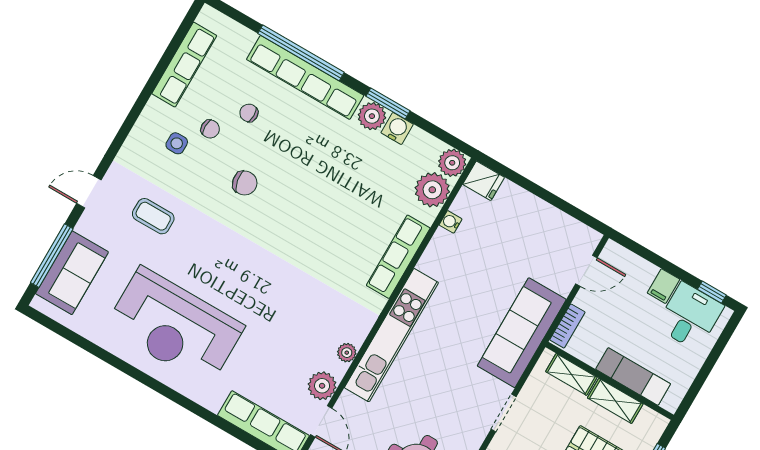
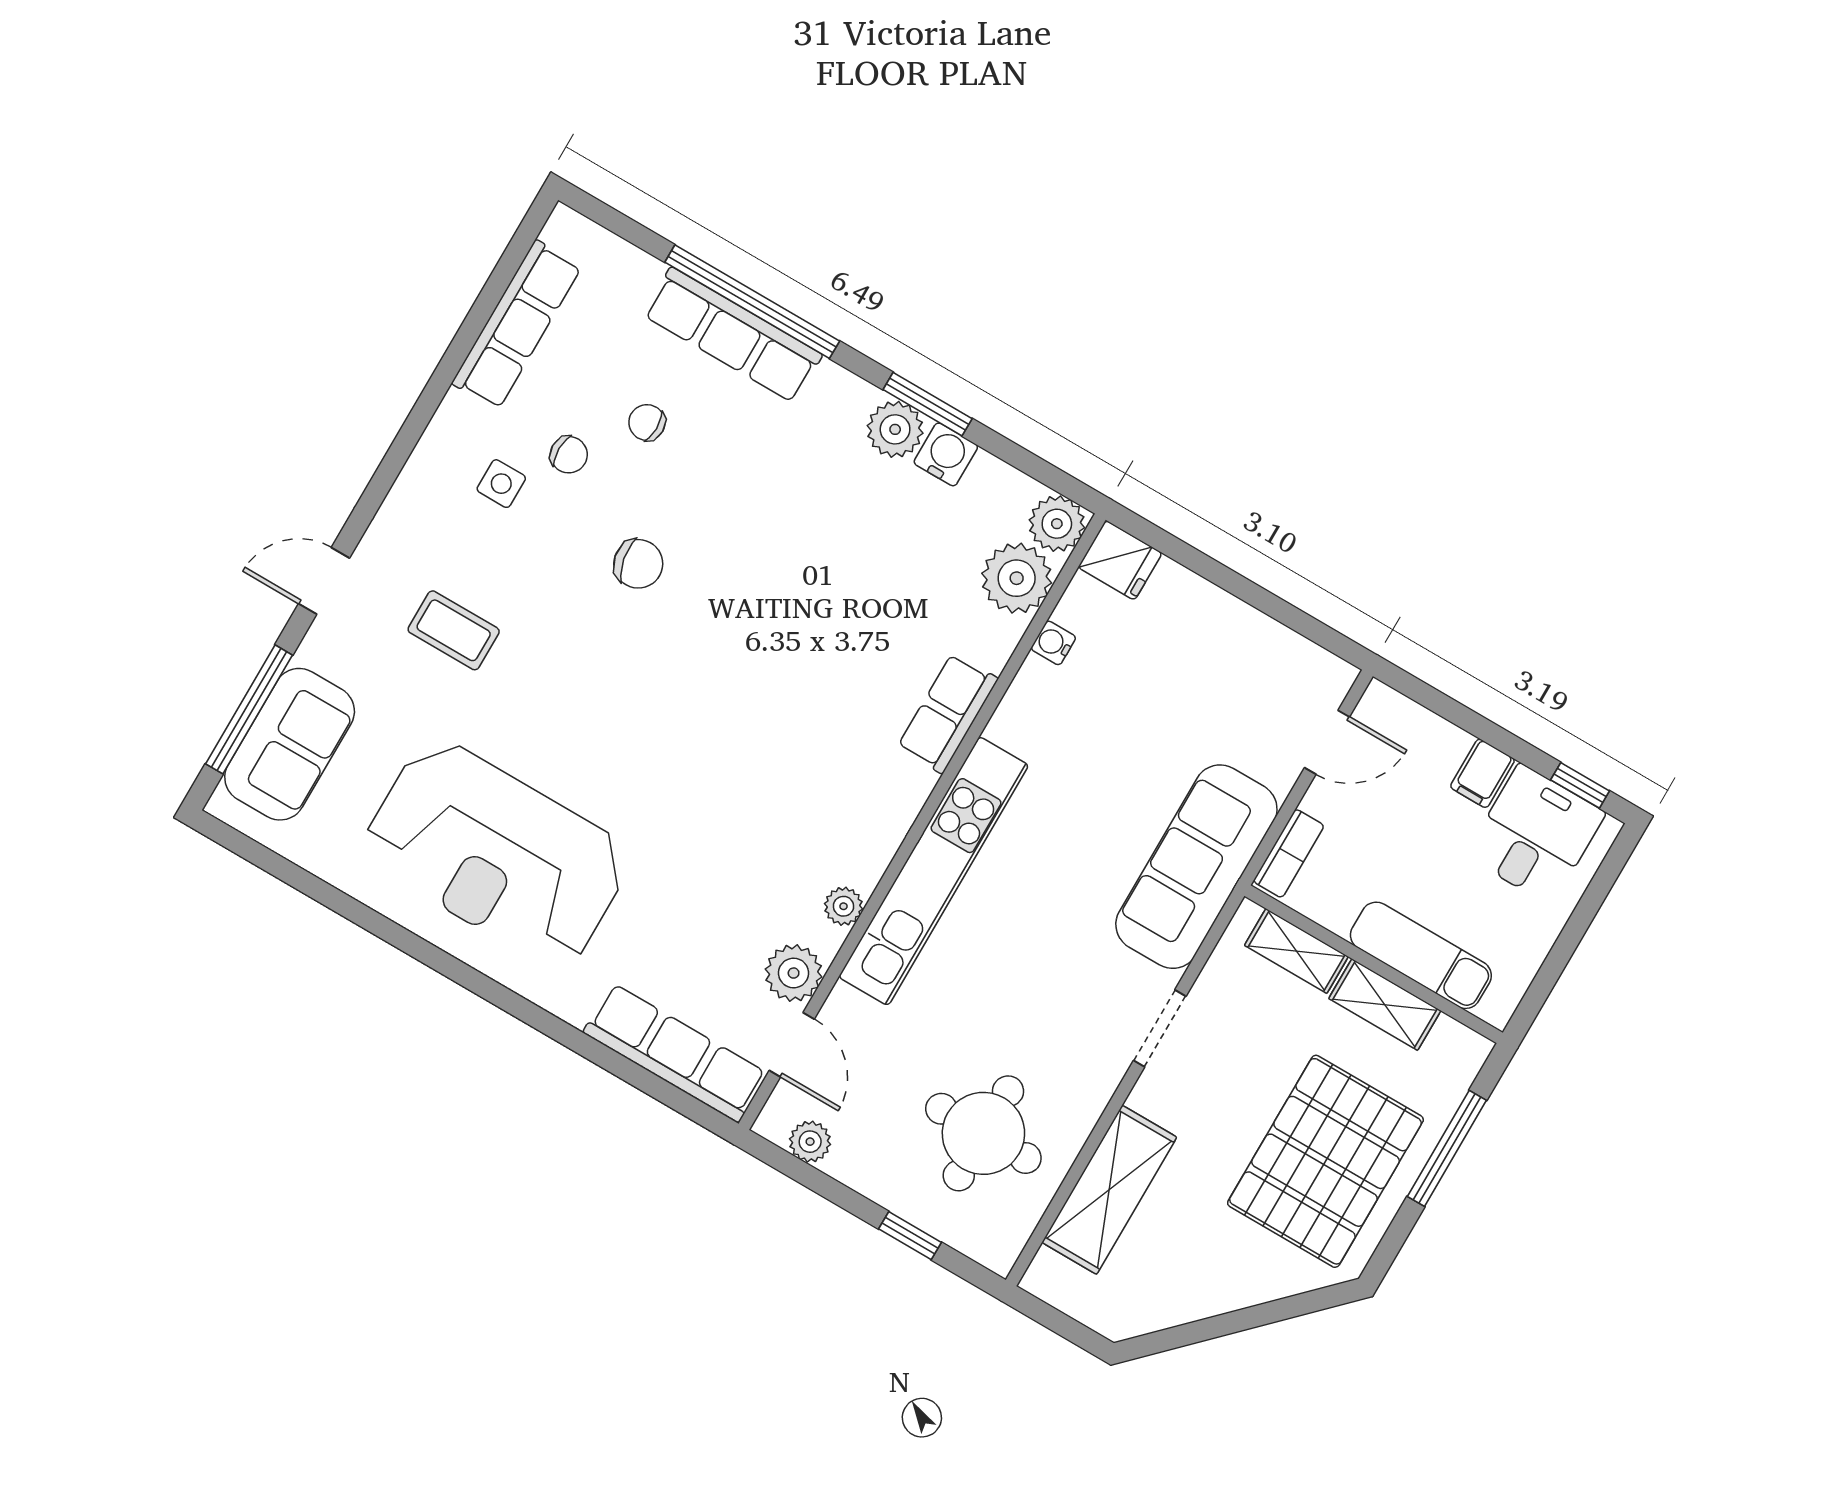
row of seats: (305, 77) -> (733, 335), width x0.73
row of seats: (398, 257) -> (948, 713), width x0.68

